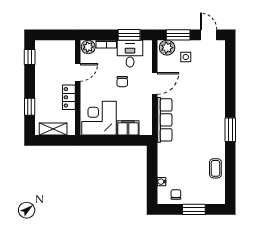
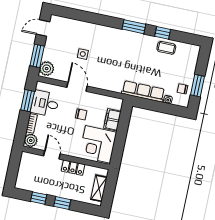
window: (30, 57) -> (39, 198), moved
side table: (186, 57) -> (83, 54), moved
chair: (122, 82) -> (81, 114), moved
window: (30, 107) -> (62, 203), moved
row of seats: (165, 120) -> (143, 91), moved
window: (230, 161) -> (163, 33), added
window: (194, 209) -> (197, 86), moved

